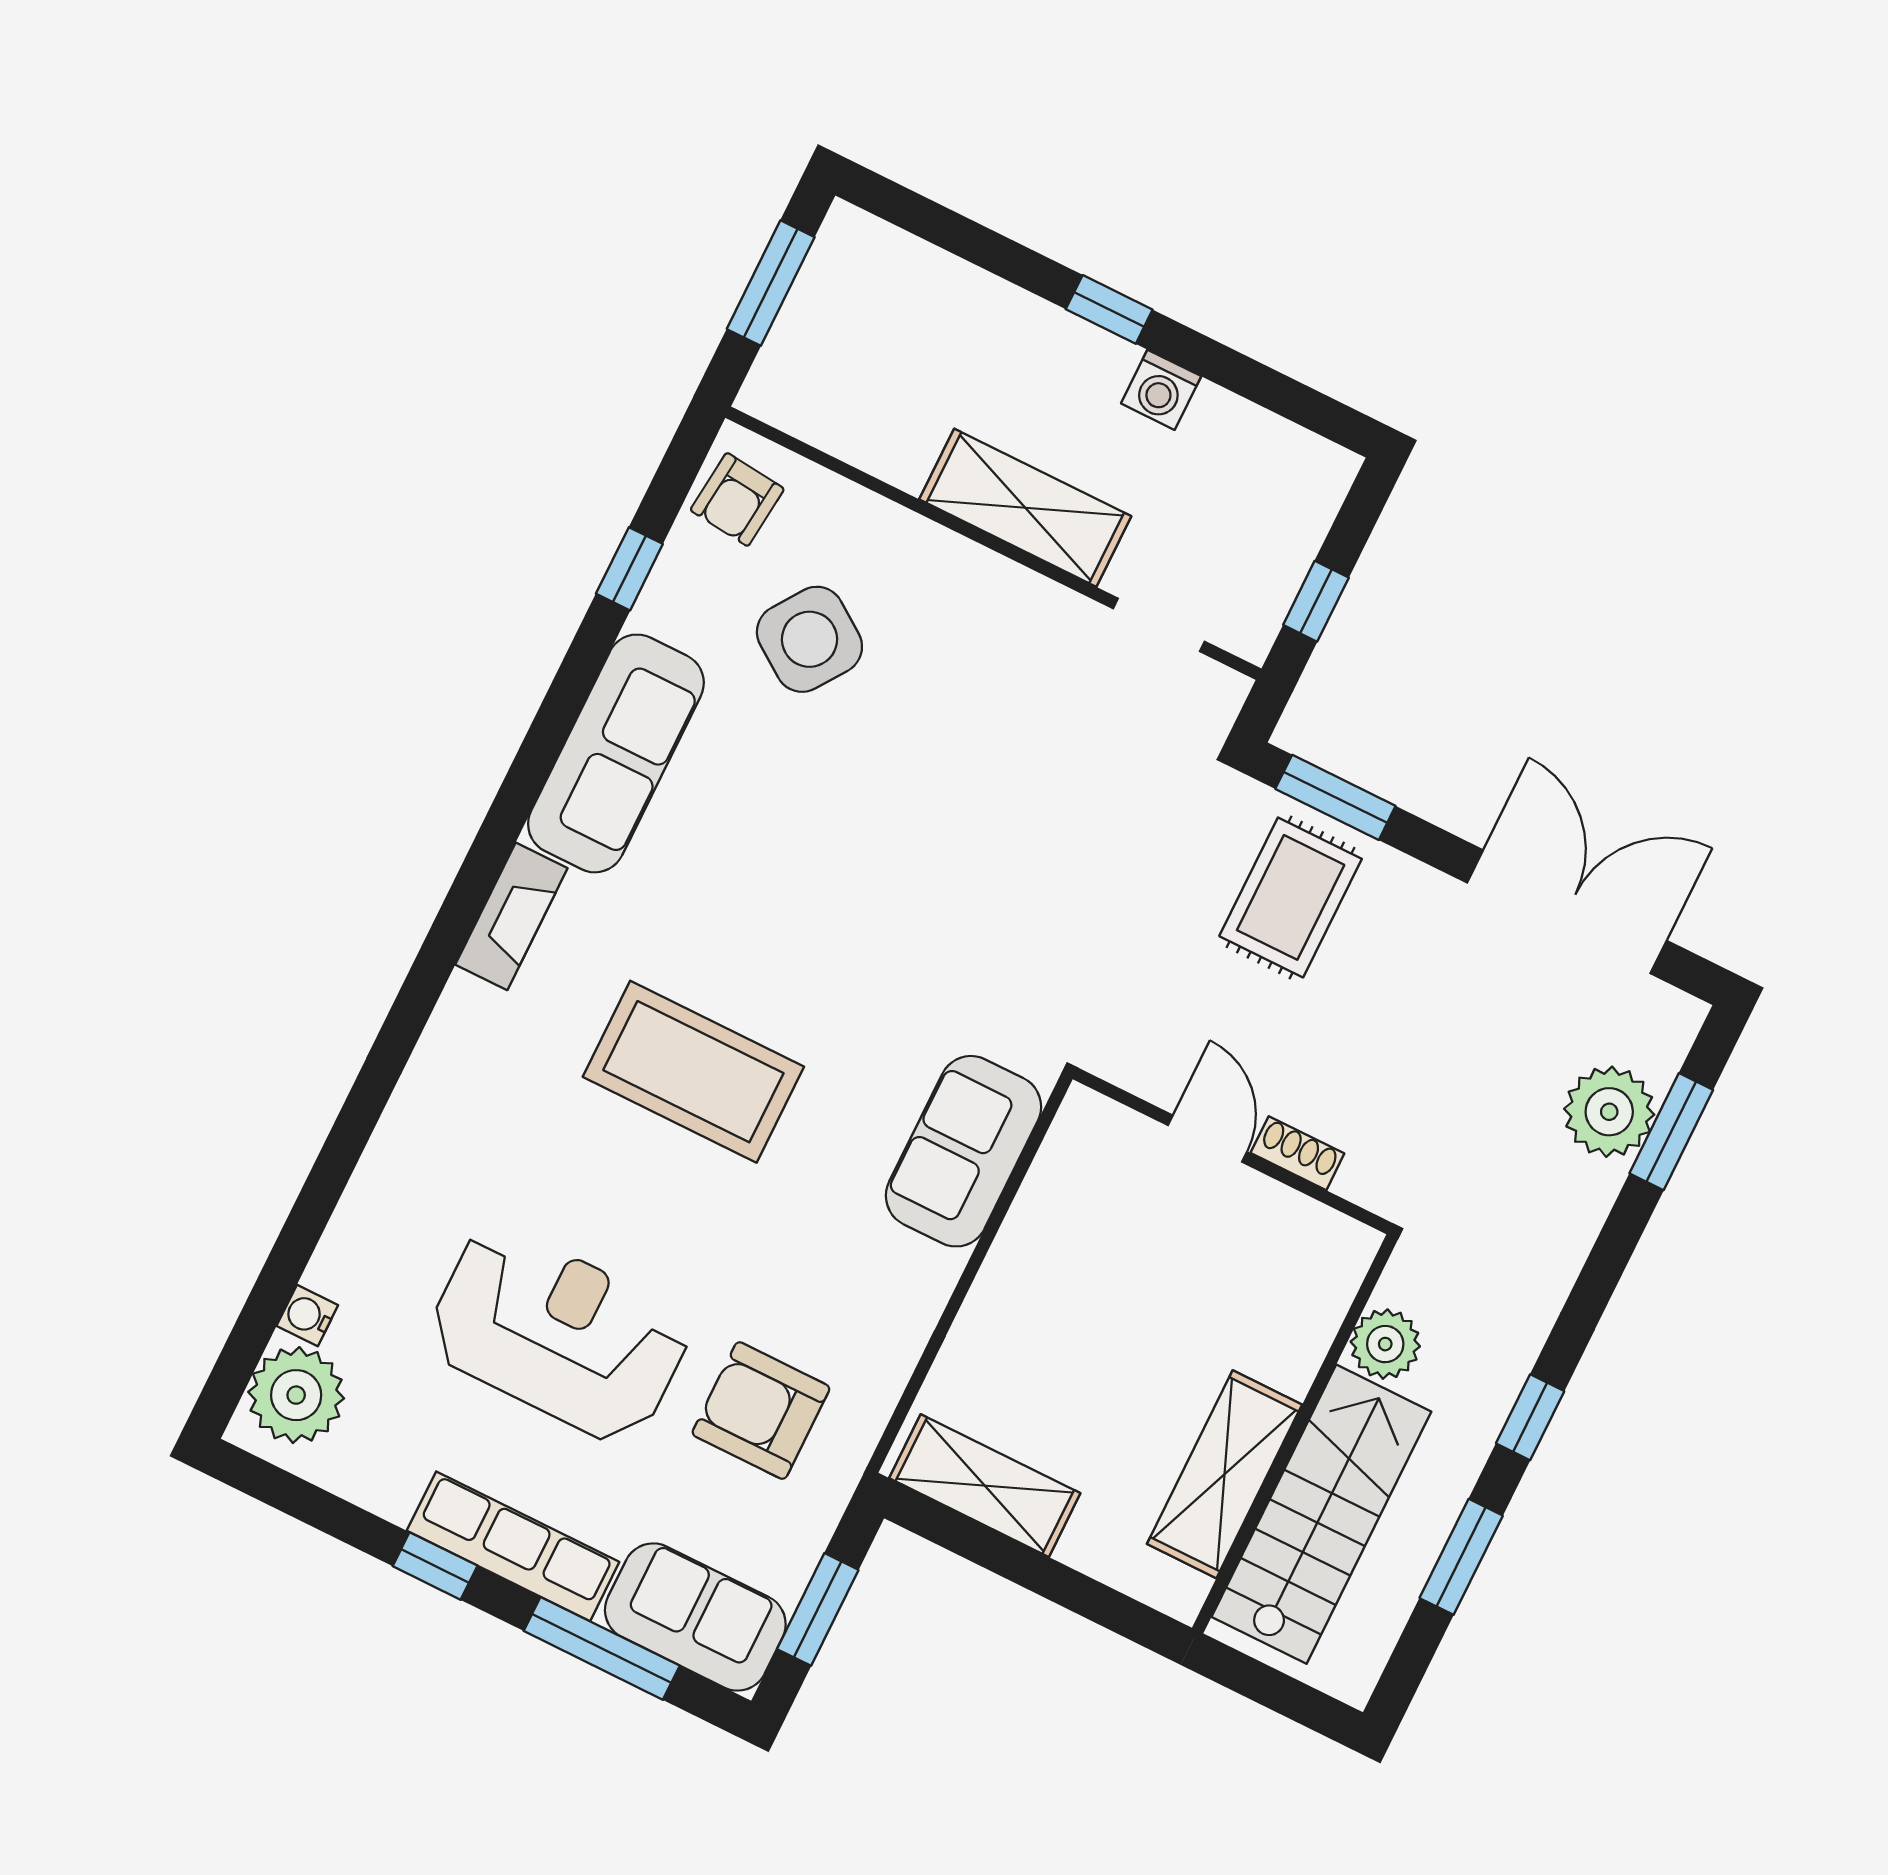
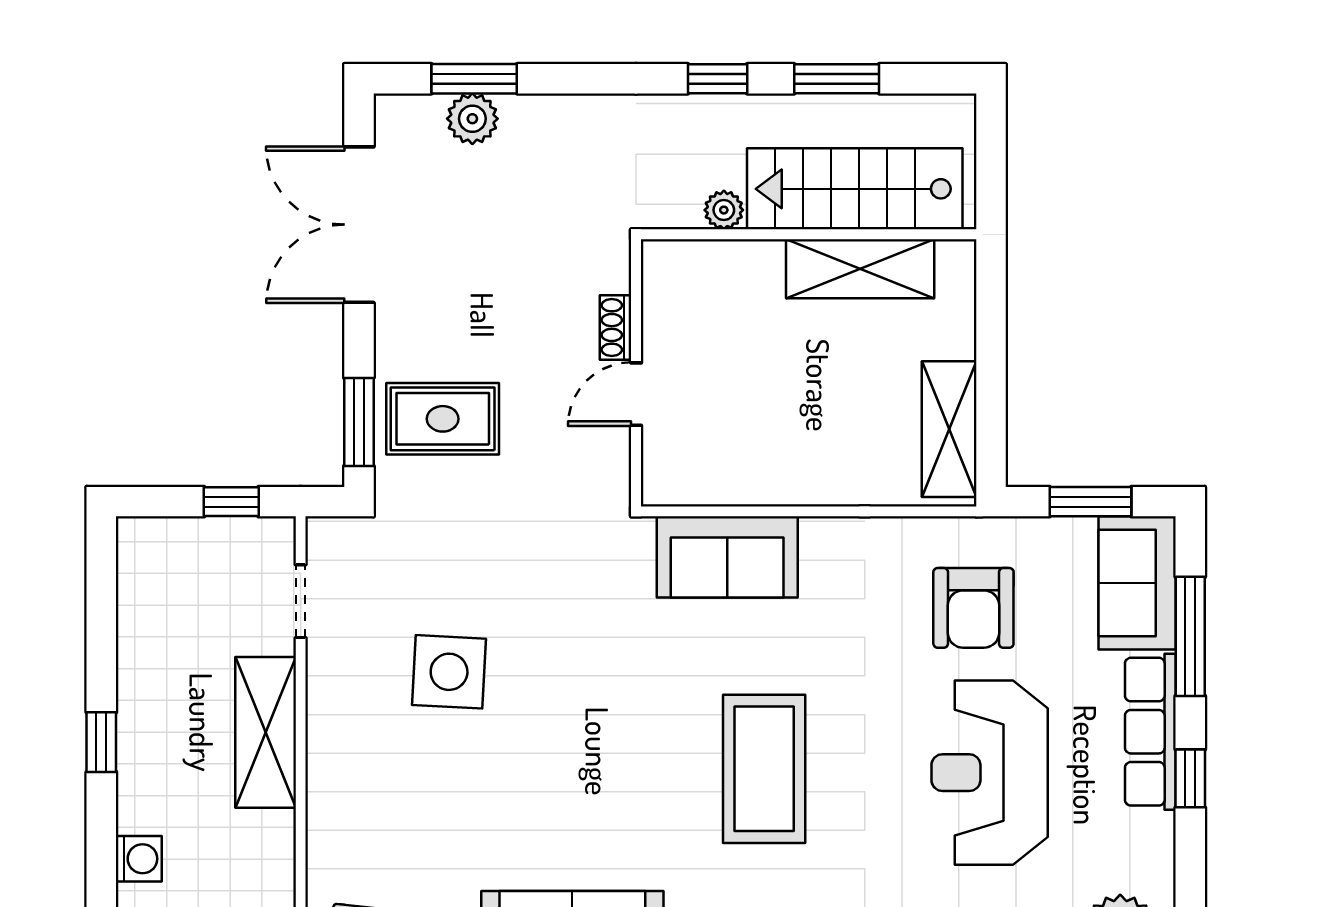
washing machine: (1161, 390) -> (139, 859), moved
side table: (809, 639) -> (449, 672), moved, turned -32
plant: (1609, 1112) -> (472, 119), width x0.73, depth x0.73
plant: (1385, 1344) -> (724, 210), width x0.73, depth x0.73

